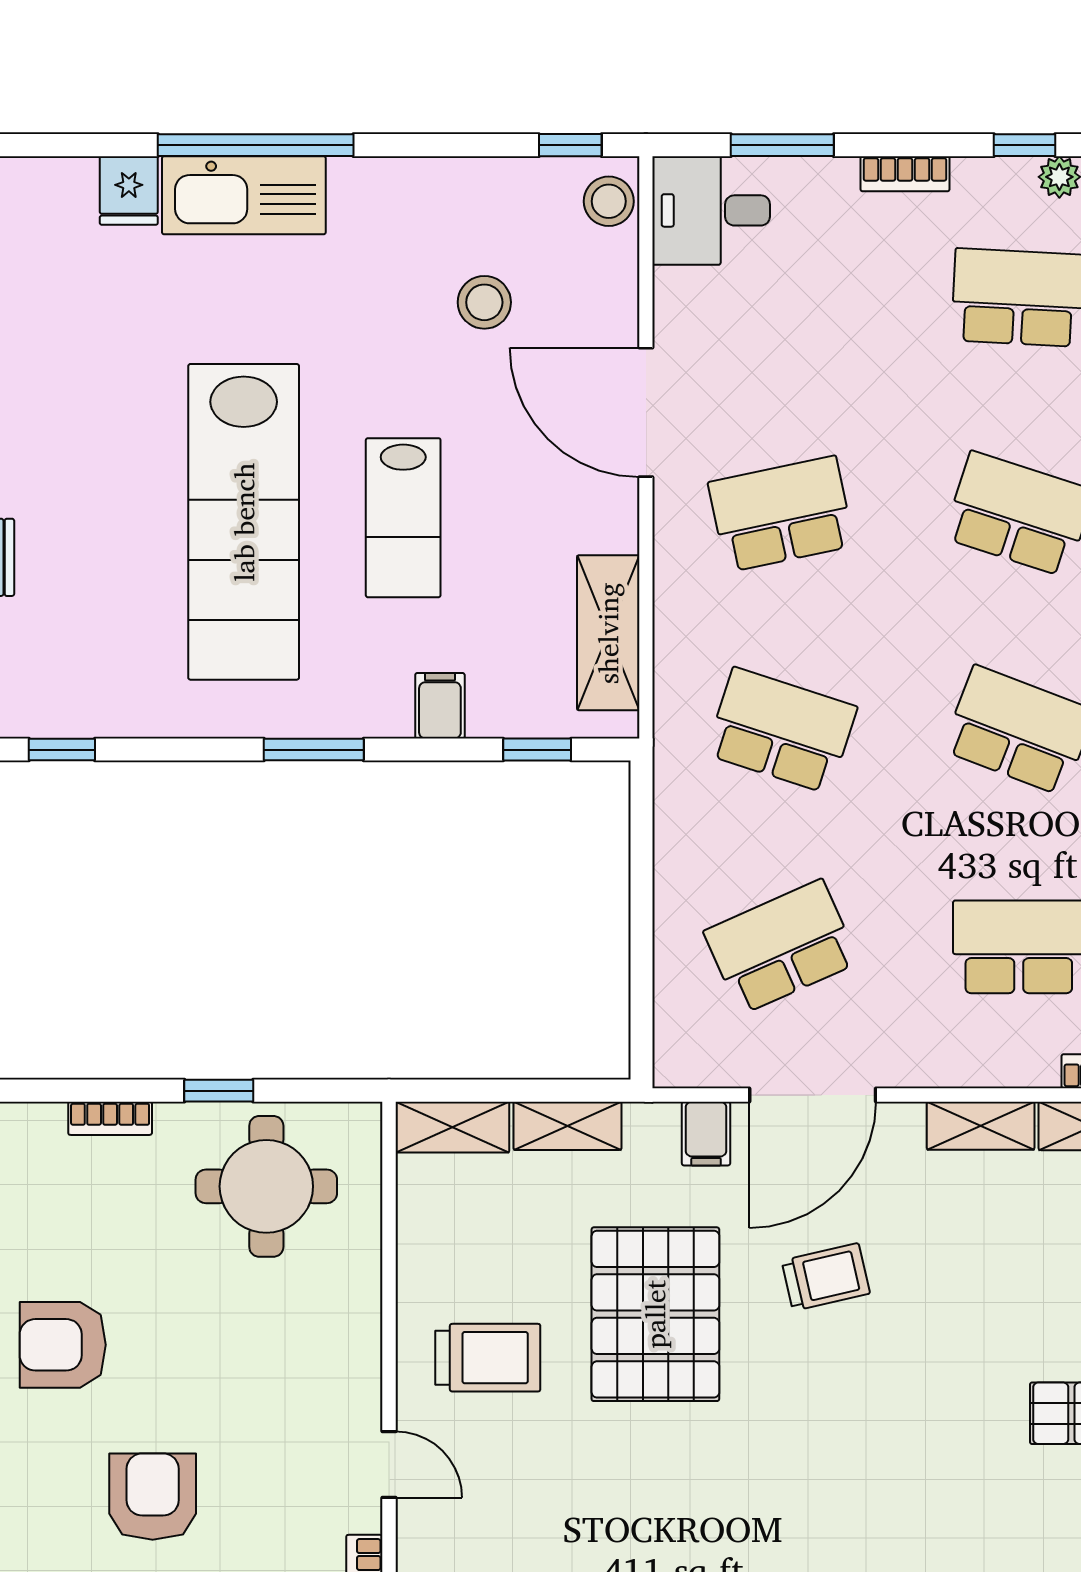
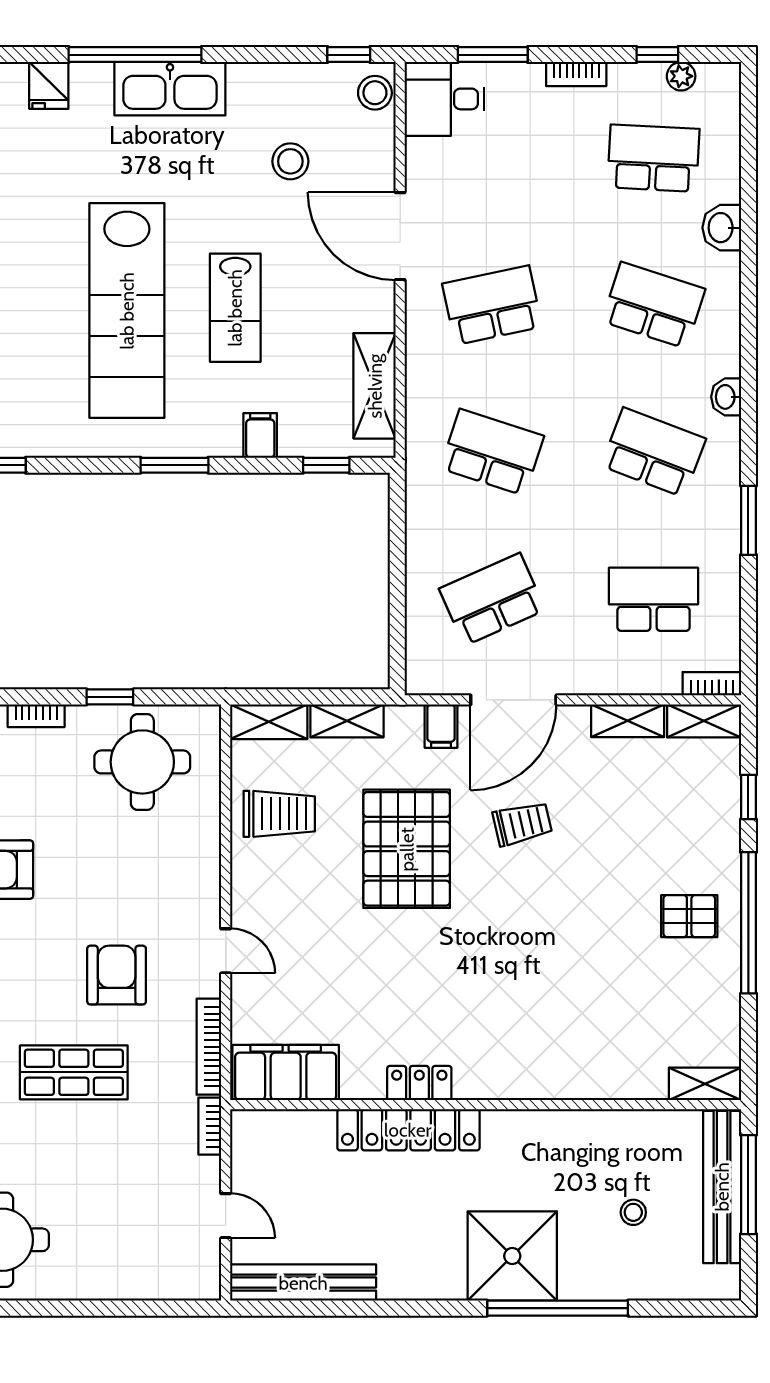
kitchen sink: (244, 195) -> (170, 89), moved
trolley: (488, 1358) -> (279, 814), moved
armchair: (153, 1497) -> (117, 975), moved

